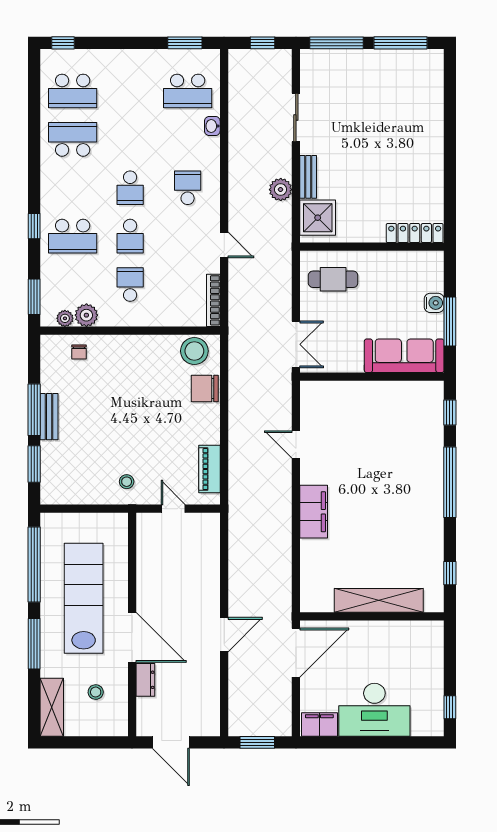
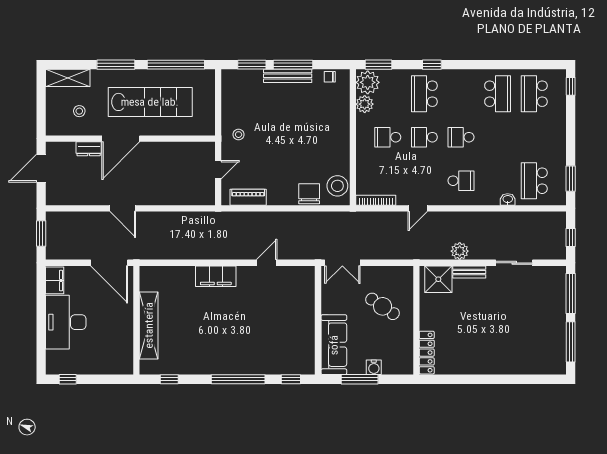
cafe table: (333, 279) -> (383, 306), moved, turned -56
school desk: (130, 285) -> (388, 137), turned 180
plant: (65, 318) -> (368, 82), width x1.88, depth x1.88
chair: (79, 352) -> (330, 77), moved
bench: (49, 417) -> (288, 76), width x1.36

